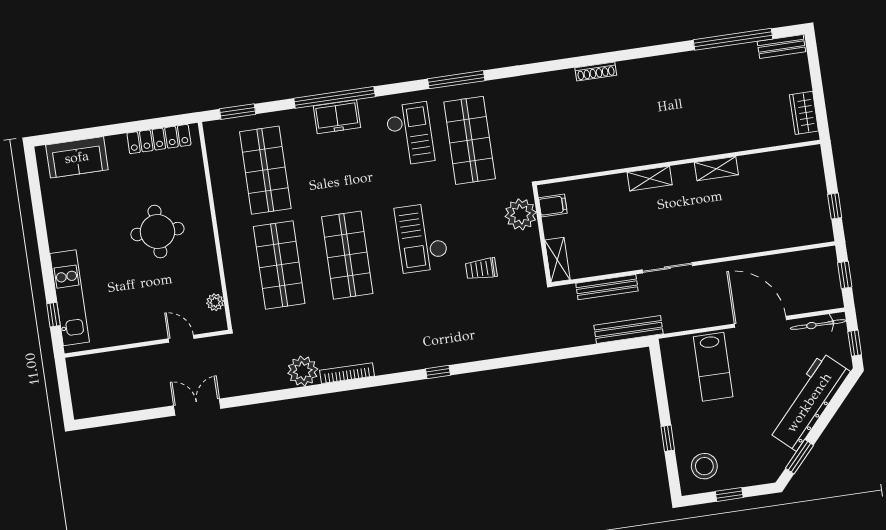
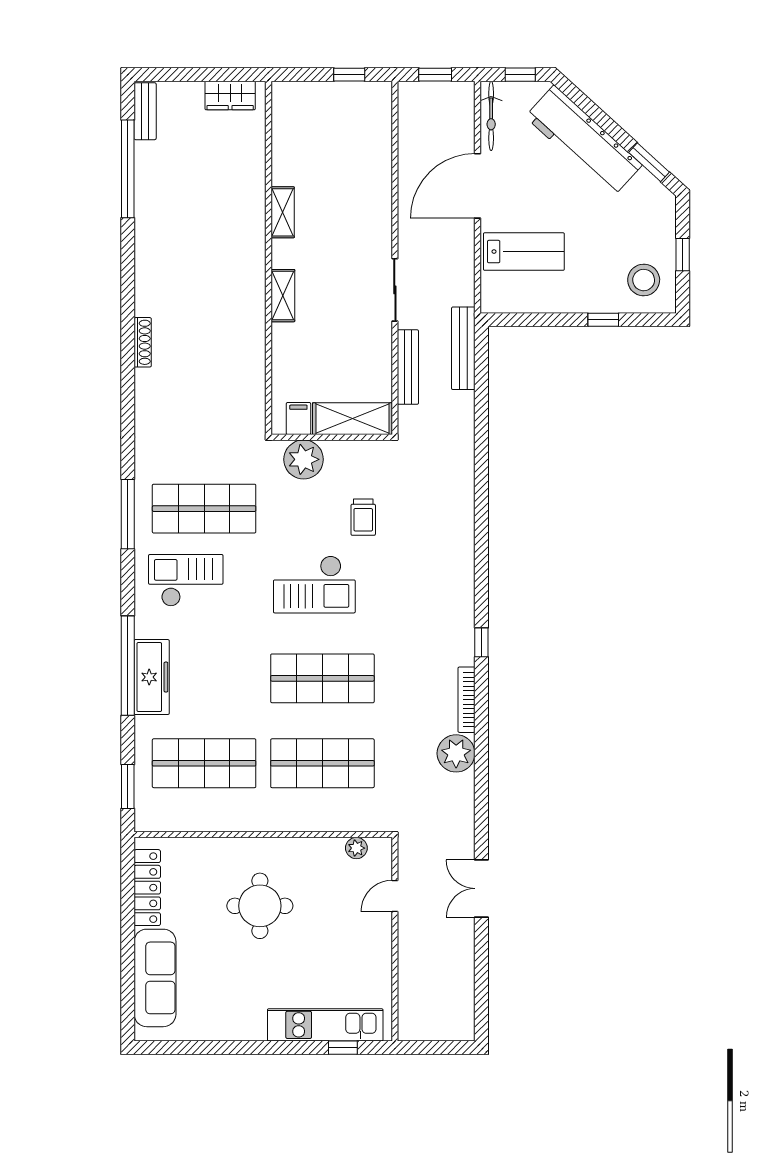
freezer: (337, 117) -> (152, 677), width x1.40
sofa: (77, 157) -> (155, 978), width x1.36
shelving: (557, 260) -> (352, 419), width x1.50, depth x1.33
window: (438, 372) -> (481, 642), moved

